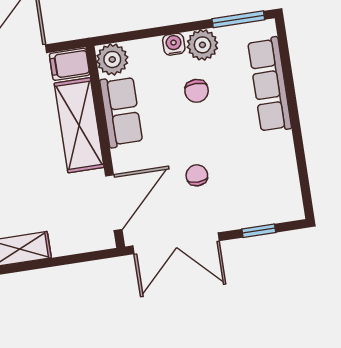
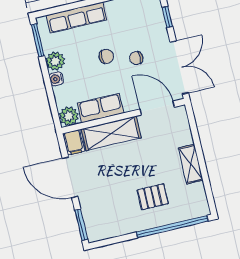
chair: (197, 91) -> (106, 56), moved

